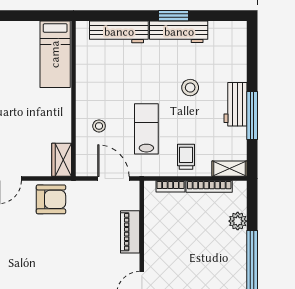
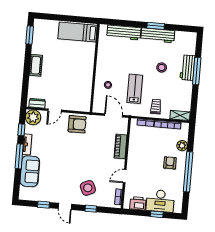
bed: (55, 54) -> (78, 32), moved, turned 90
workbench: (235, 104) -> (188, 68), moved
window: (252, 116) -> (197, 71), moved
wardrobe: (62, 160) -> (85, 102), removed
armchair: (219, 253) -> (170, 163), added

